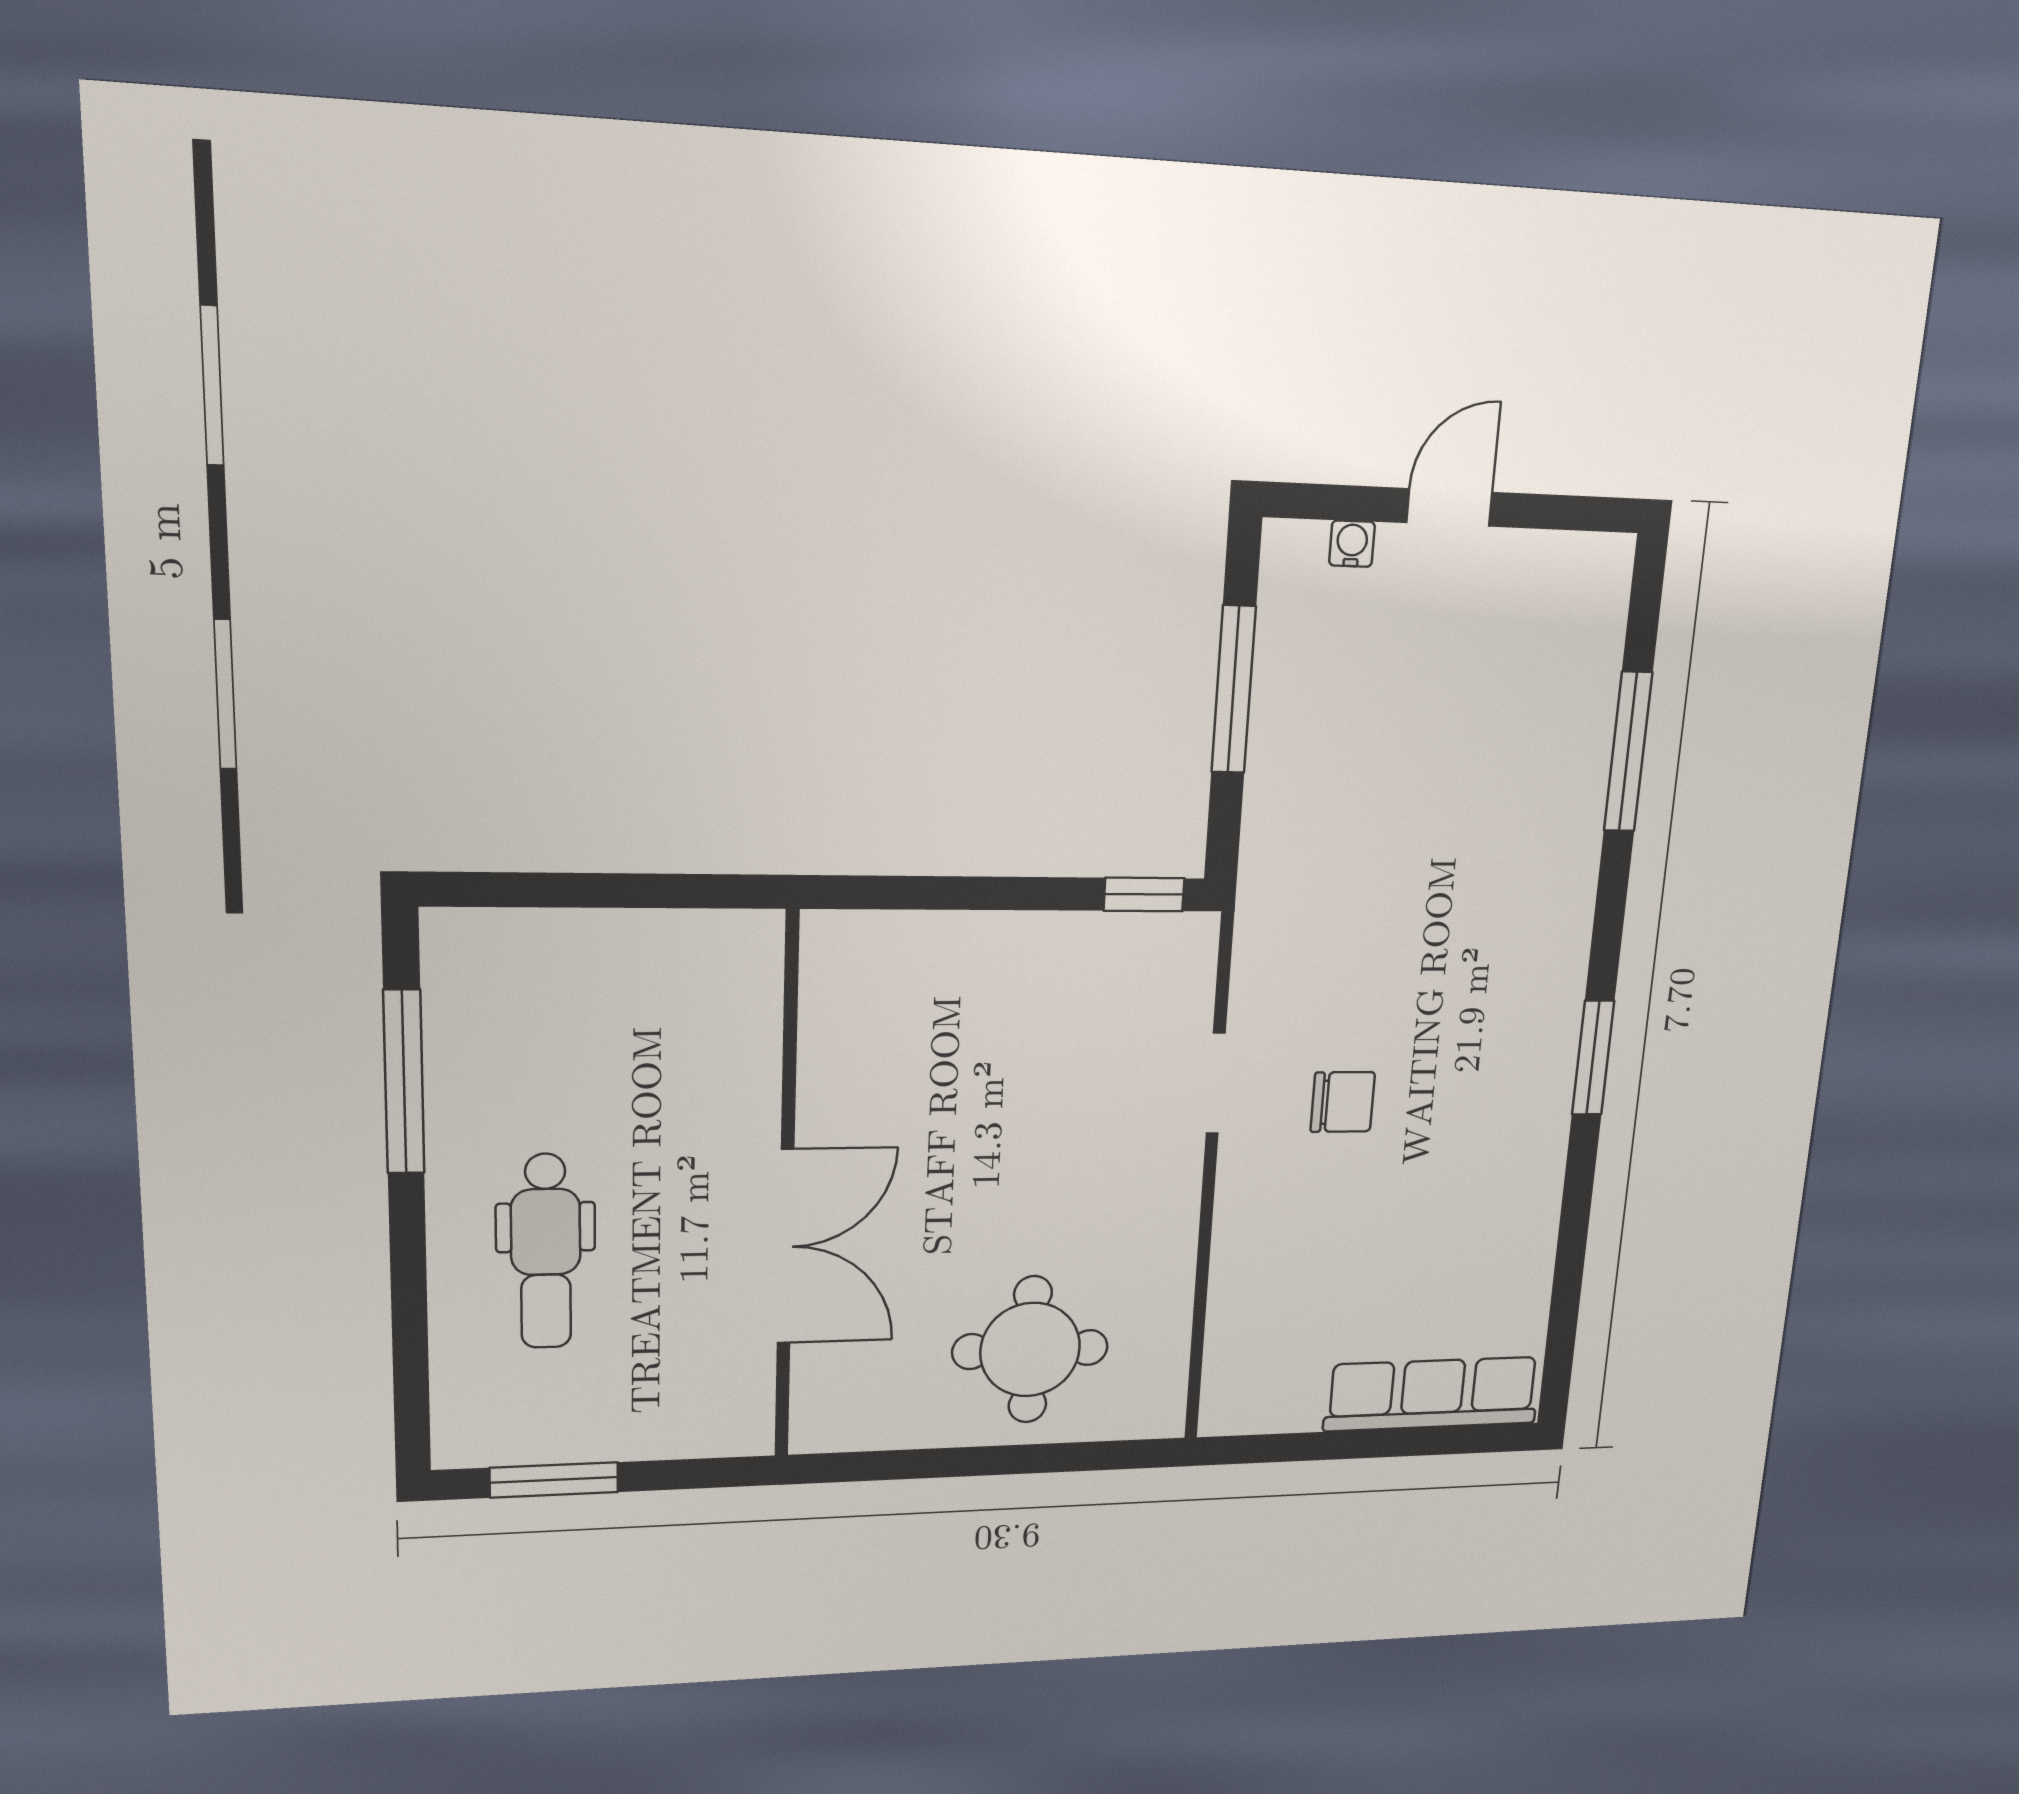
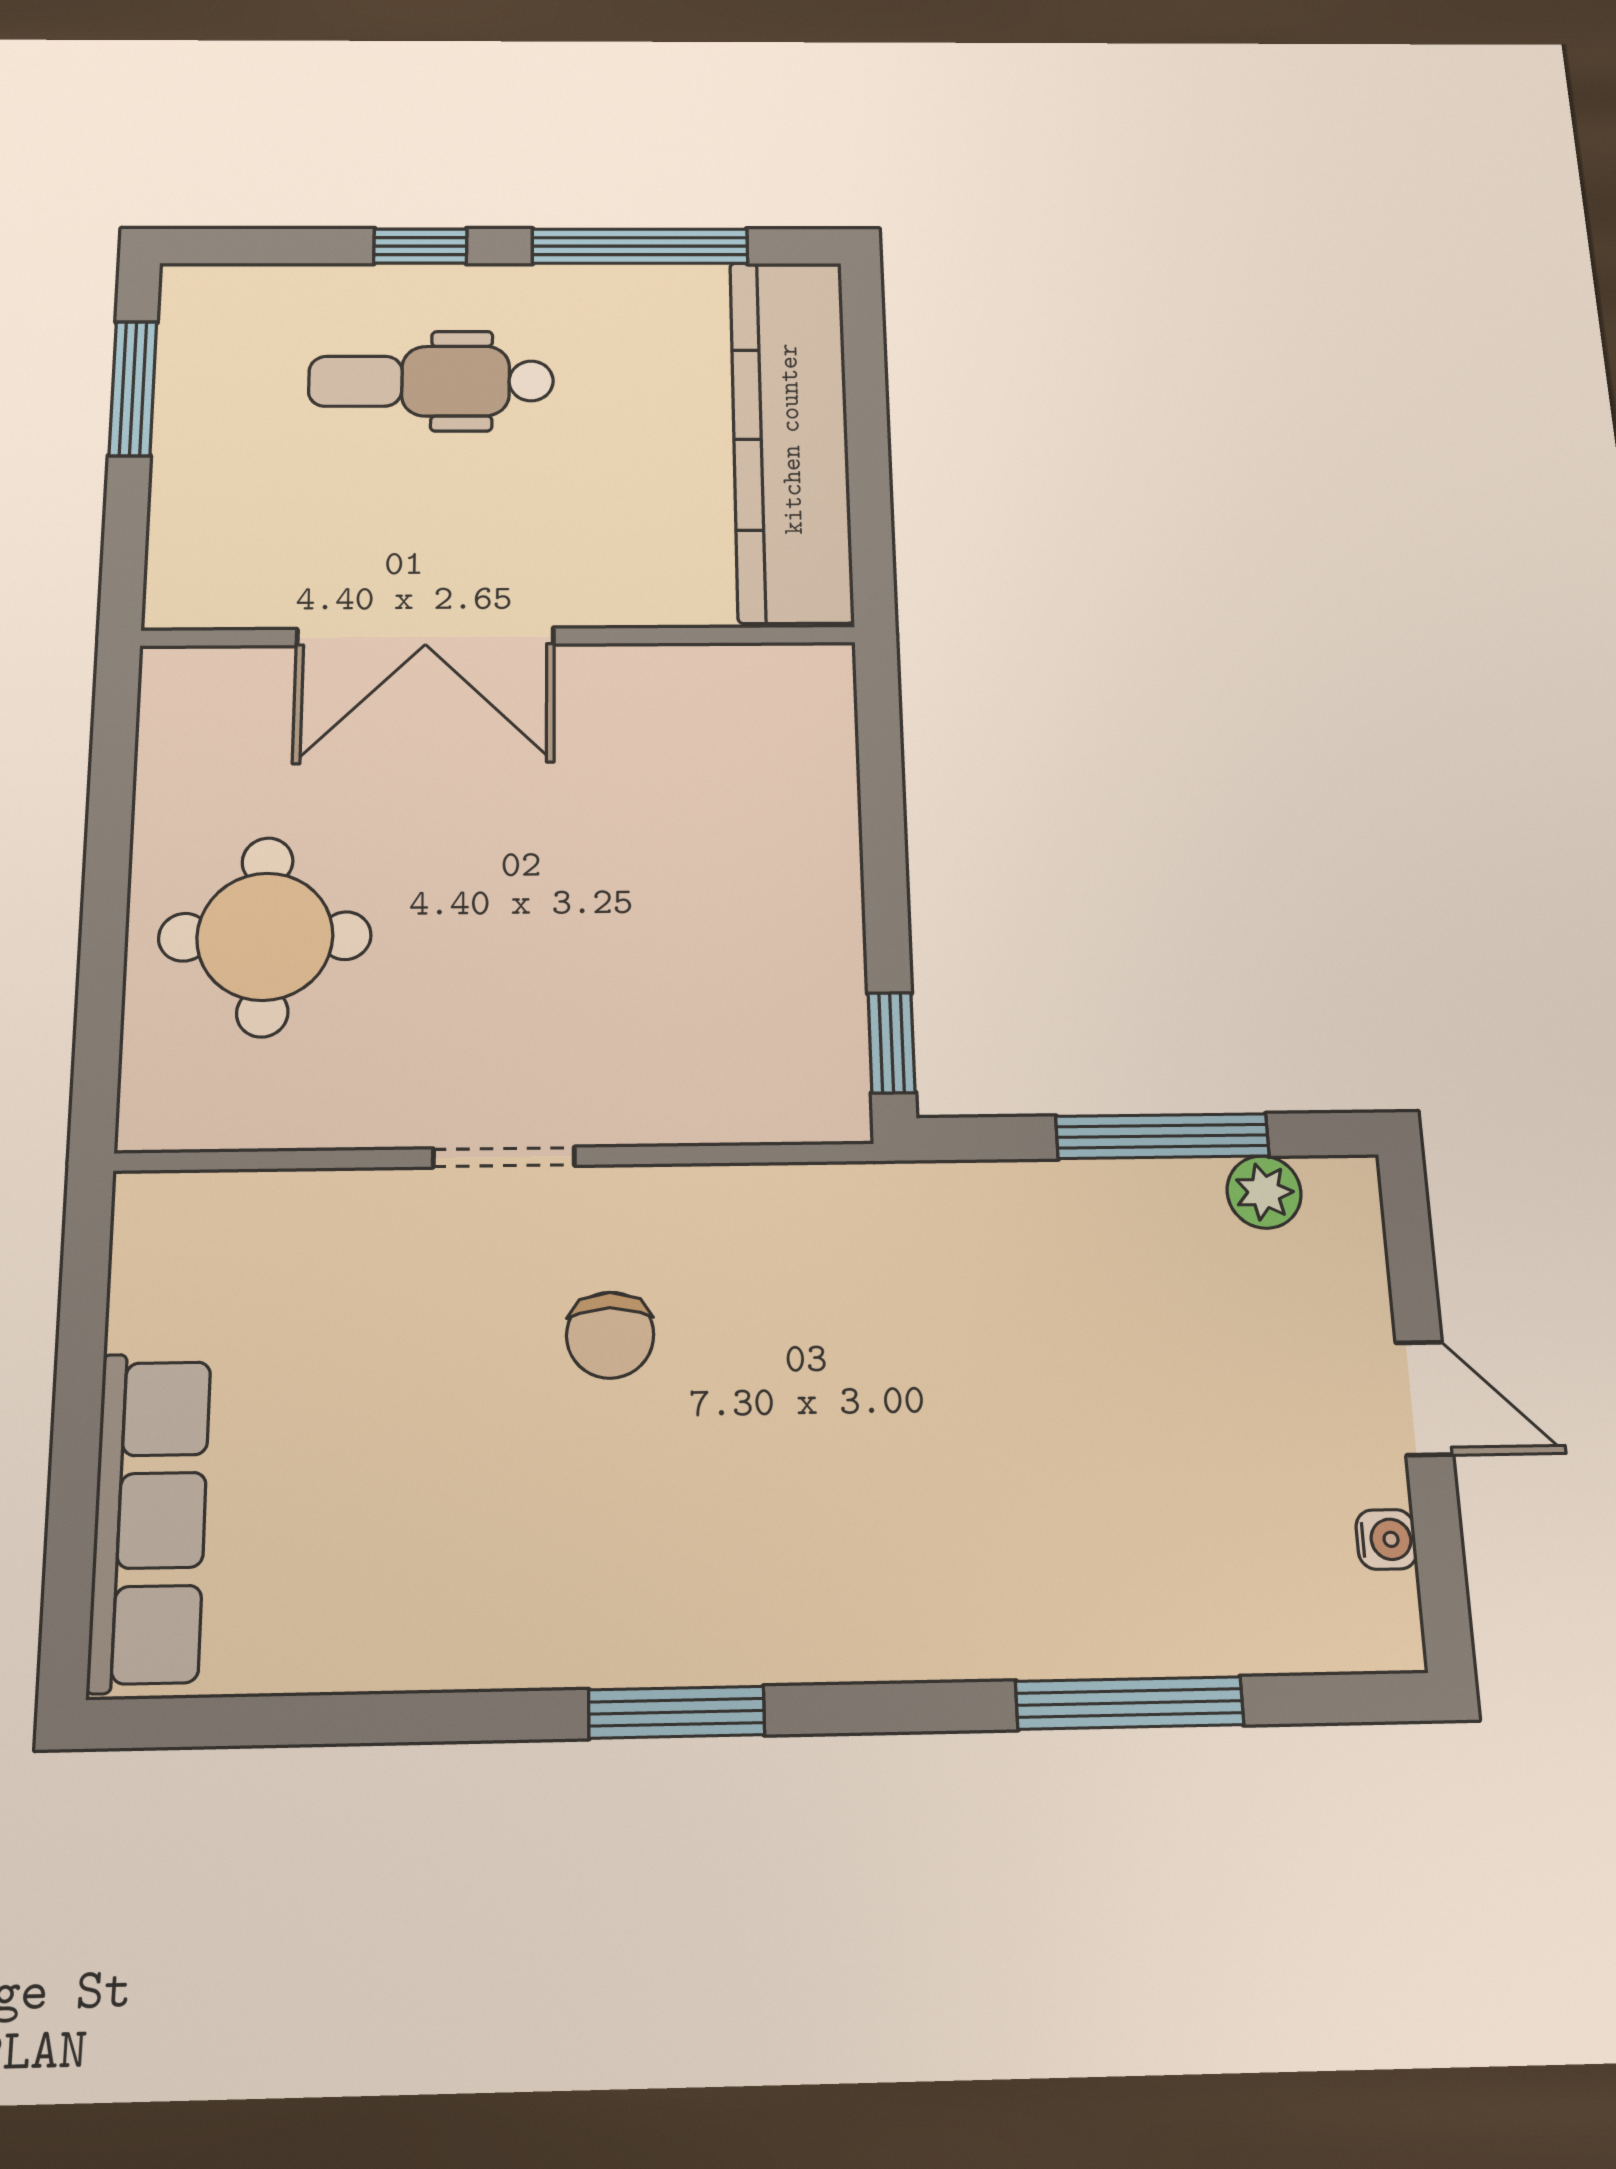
water cooler: (1352, 544) -> (1386, 1539), moved
plant: (1284, 614) -> (1264, 1192), added
kitchen counter: (603, 956) -> (791, 439), added
doorway: (1216, 1083) -> (504, 1157), moved
window: (408, 1265) -> (420, 246), added

